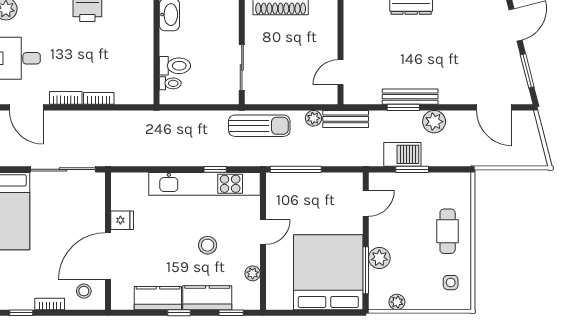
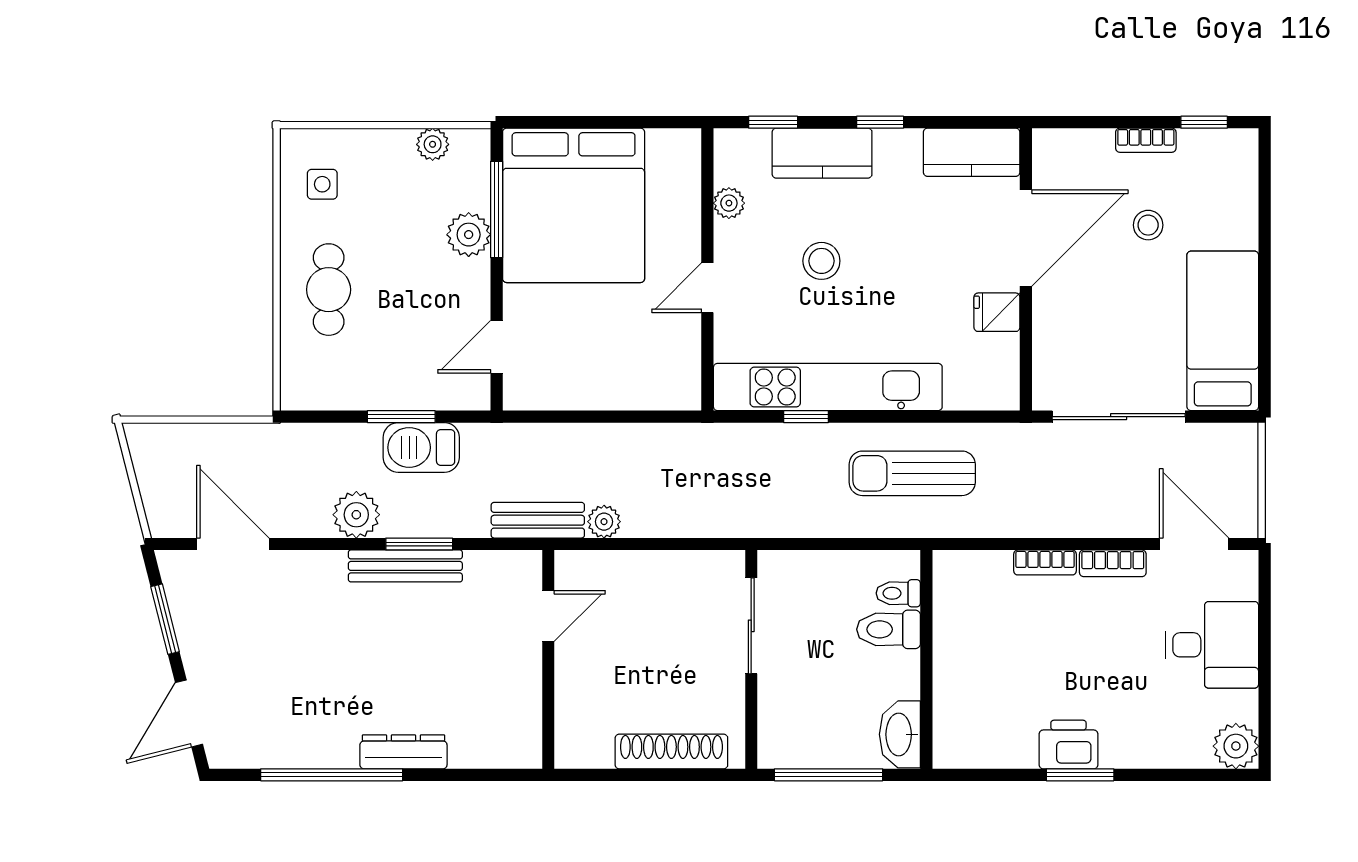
sun lounger: (259, 126) -> (912, 473), moved
window: (296, 169) -> (640, 417), removed
stool: (84, 291) -> (1148, 225), moved
kitchen counter: (158, 298) -> (972, 152), moved

